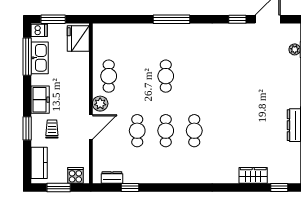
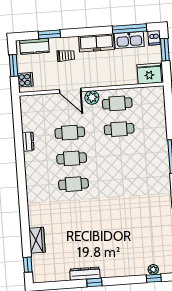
cafe table: (166, 76) -> (119, 129), moved
freezer: (40, 100) -> (96, 43), width x1.40
window: (27, 128) -> (49, 34), moved
dresser: (112, 177) -> (28, 142), moved
window: (130, 188) -> (18, 130), removed

